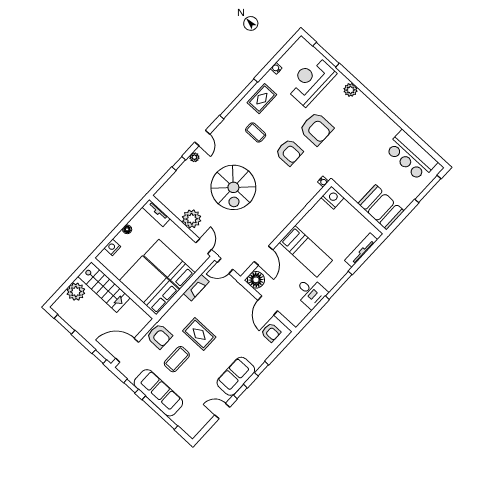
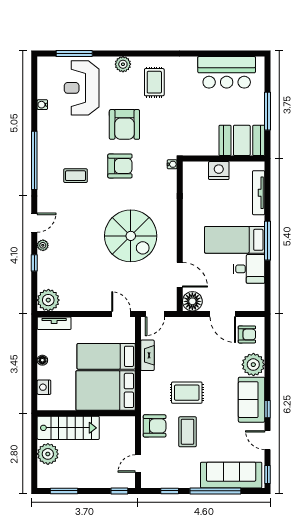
rug: (262, 99) -> (154, 82), moved
armchair: (316, 129) -> (124, 124), turned 90
door: (202, 138) -> (34, 223), hinge flipped
spiral stairs: (233, 187) -> (131, 236), moved
window: (428, 189) -> (267, 111), moved
nightstand: (332, 198) -> (219, 171), moved
plant: (192, 219) -> (48, 300), moved
bed: (306, 251) -> (235, 240), moved, turned 180
door: (127, 350) -> (138, 464), width x0.53
plant: (257, 355) -> (253, 365), added
window: (262, 369) -> (267, 475), moved
sofa: (158, 393) -> (231, 475), moved
door: (222, 411) -> (267, 440), hinge flipped

